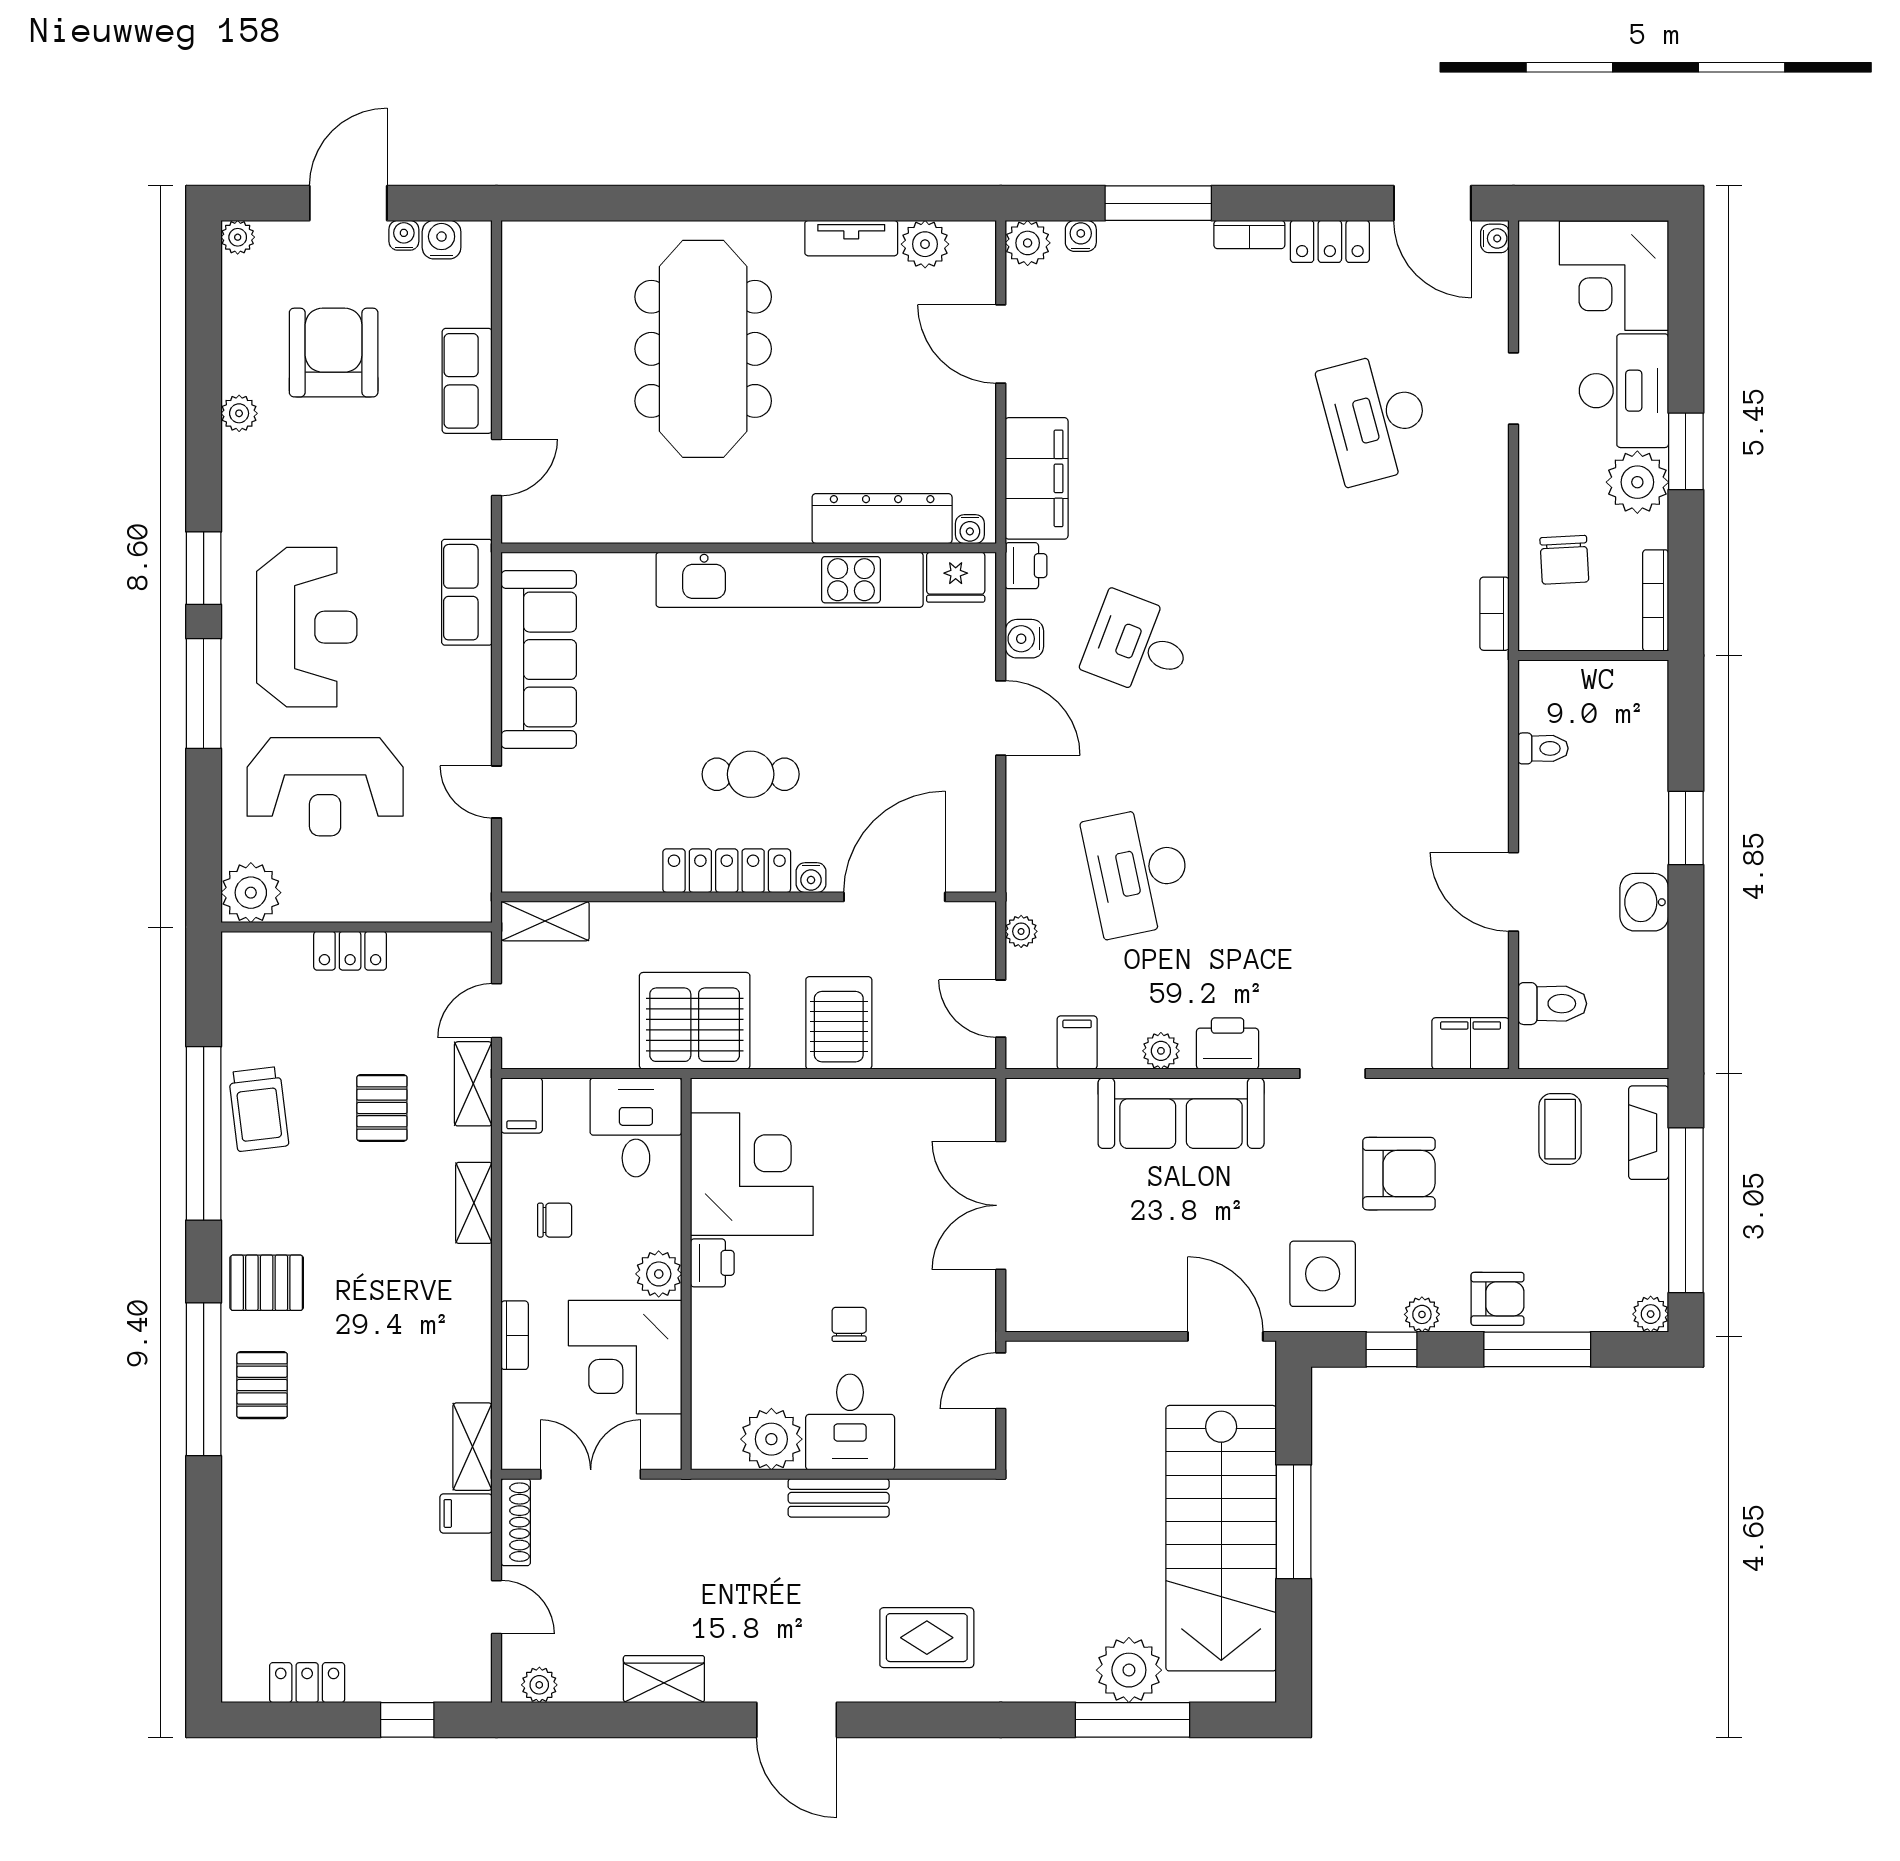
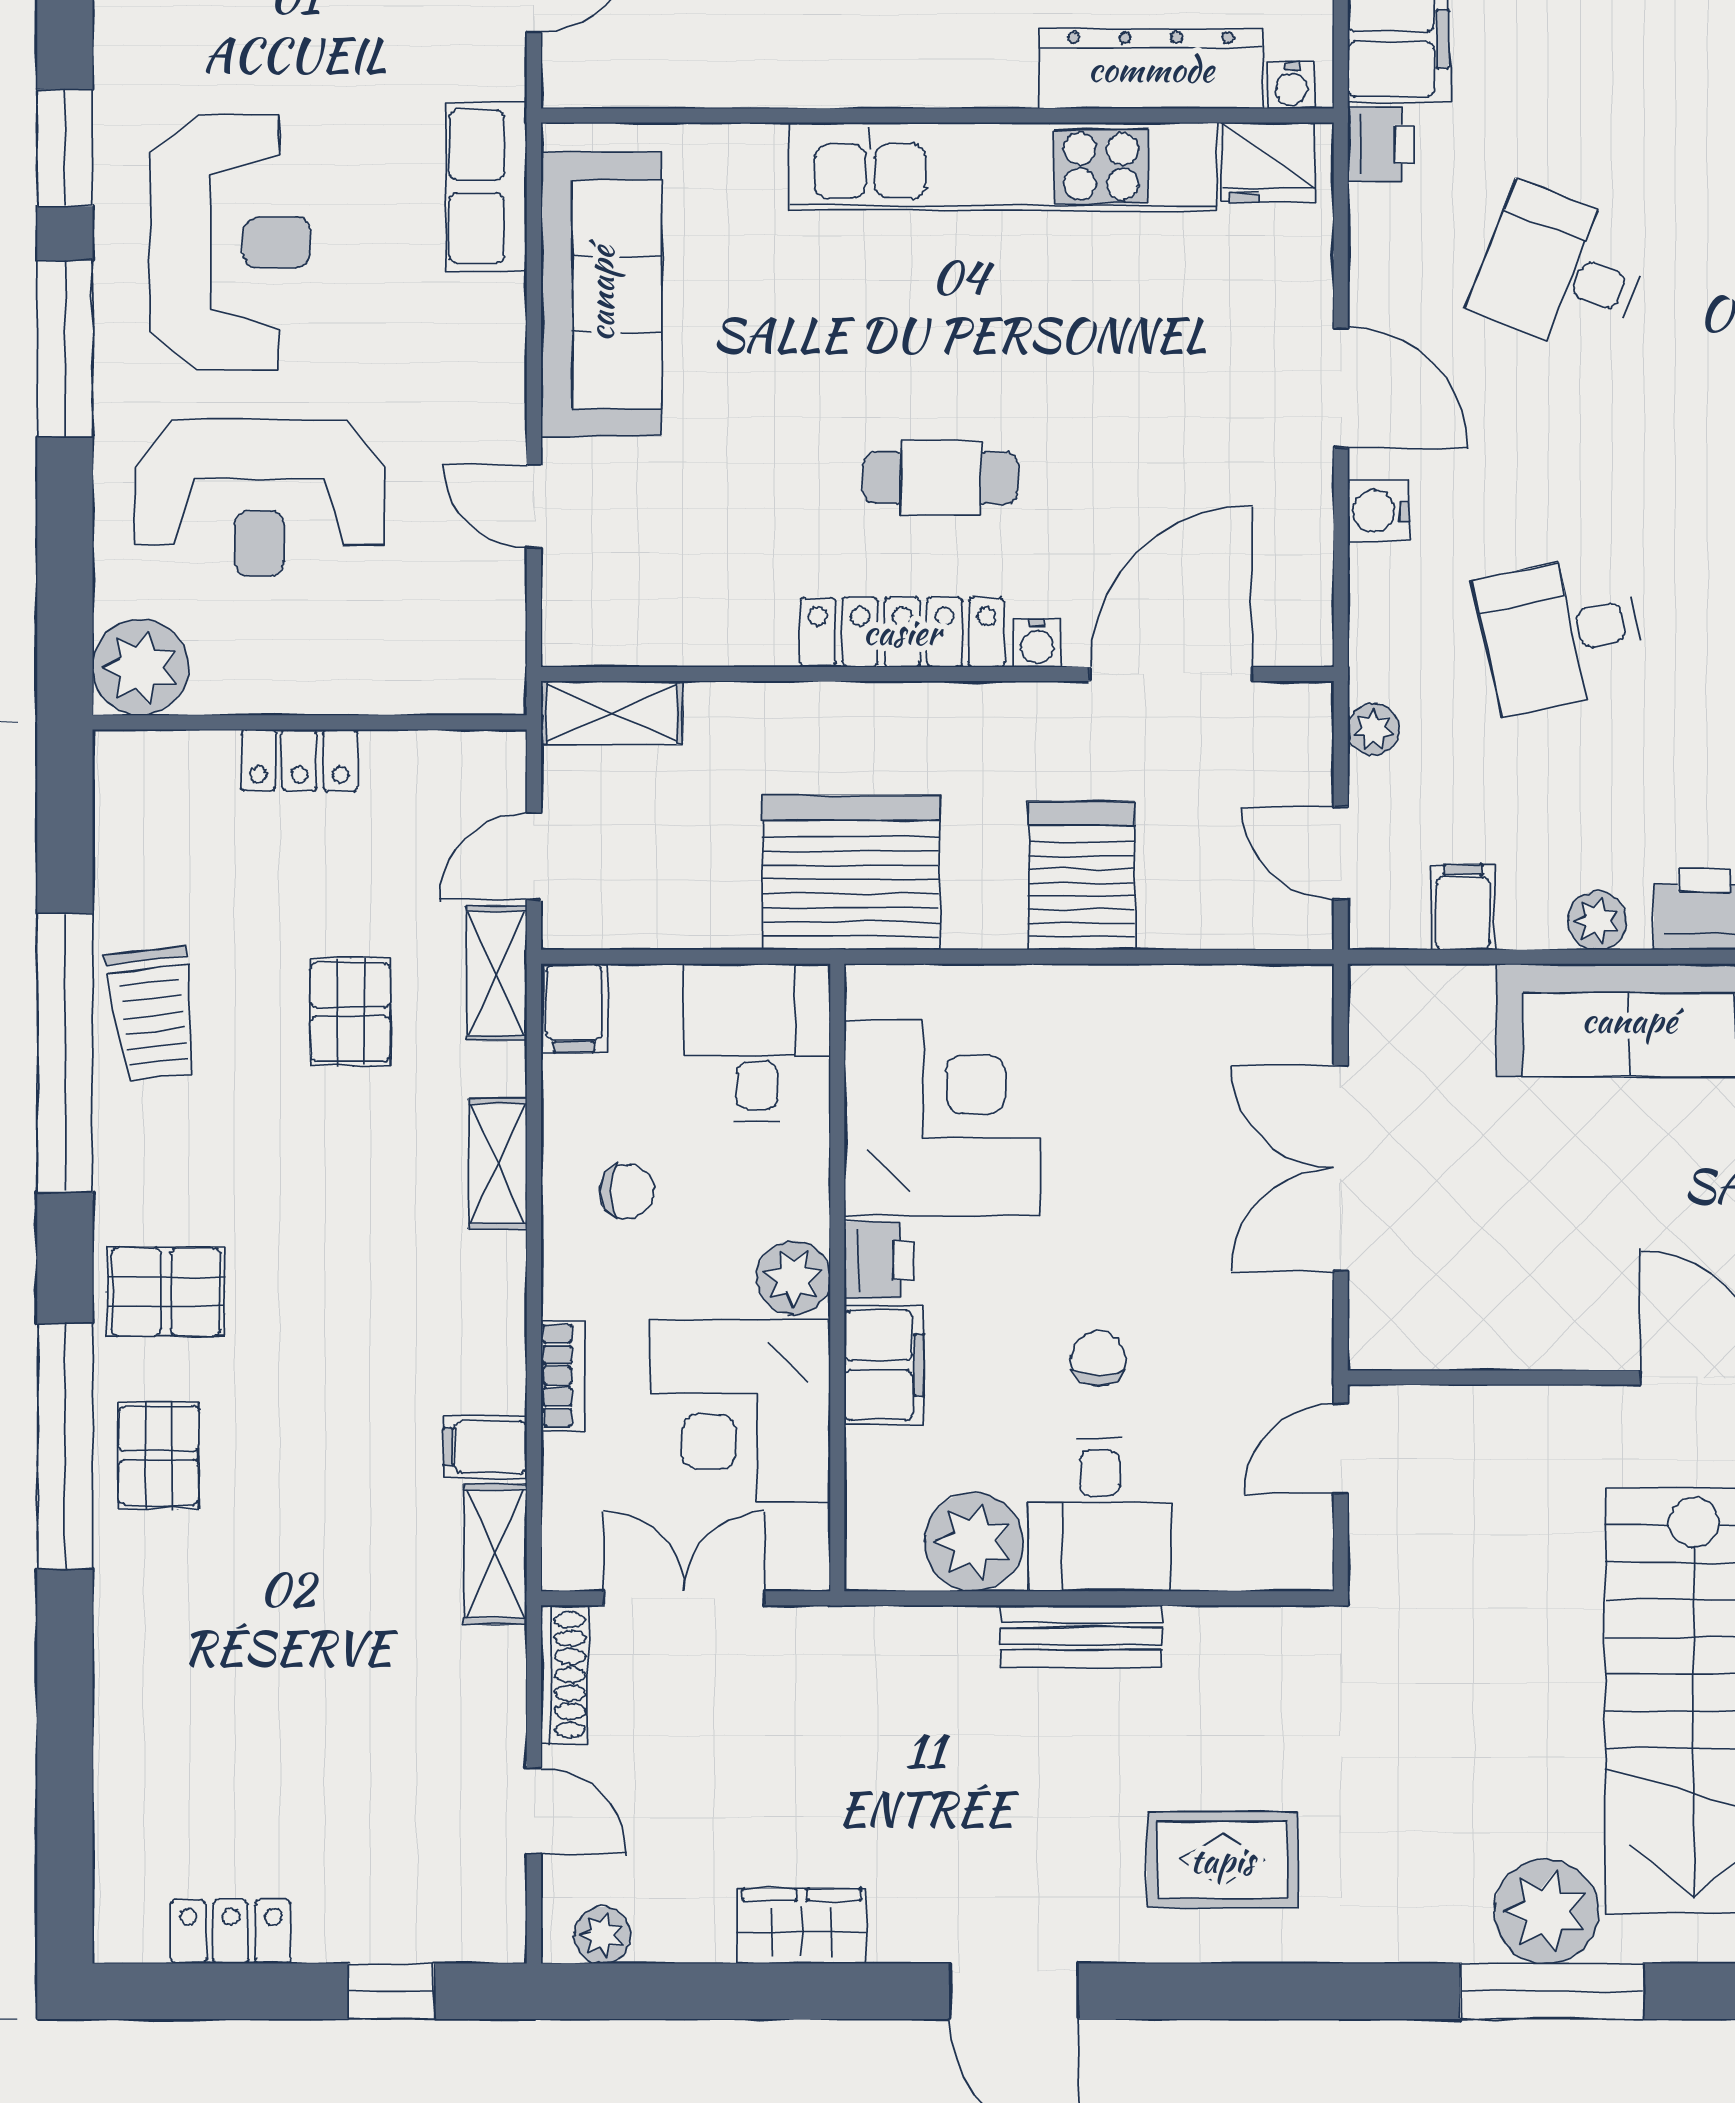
water cooler: (1024, 639) -> (1378, 511), moved
desk: (1138, 872) -> (1561, 634), width x0.73
filing cabinet: (715, 1329) -> (884, 1365), added
filing cabinet: (466, 1513) -> (485, 1447), moved

